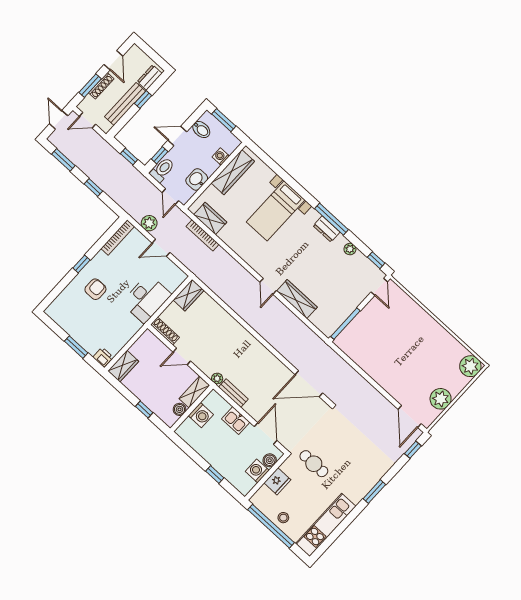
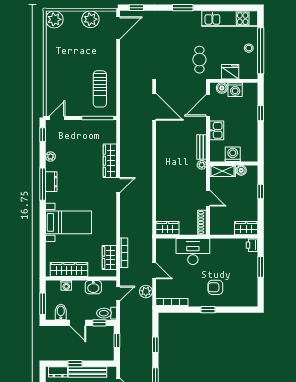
sun lounger: (370, 350) -> (100, 89), added

